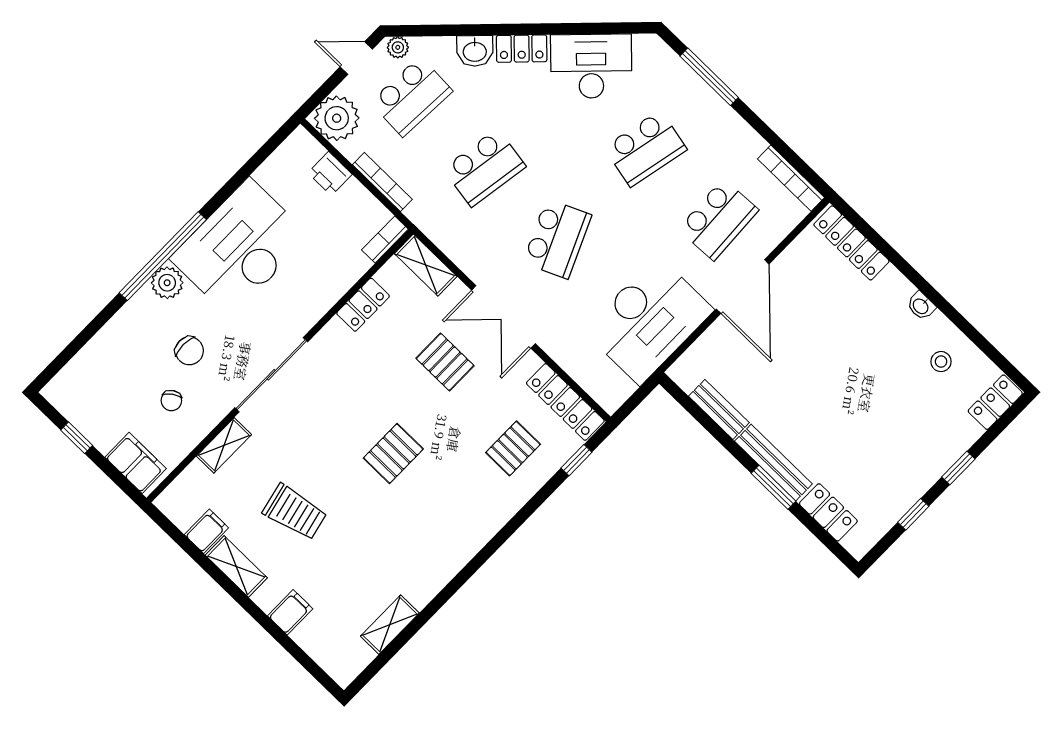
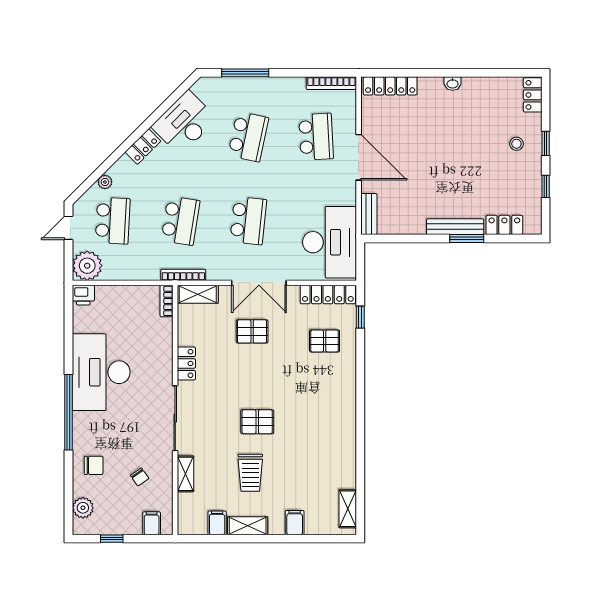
plant: (398, 47) -> (105, 182), moved
washbasin: (475, 51) -> (122, 169), removed
printer: (330, 174) -> (83, 295), moved
bookcase: (382, 182) -> (183, 275), moved
school desk: (557, 239) -> (248, 221), turned 30
plant: (167, 283) -> (83, 508), moved
locker: (363, 305) -> (186, 363), moved
desk: (649, 320) -> (330, 242), moved
chair: (189, 351) -> (94, 465), moved
stool: (941, 362) -> (516, 144), moved
bench: (719, 409) -> (369, 214), moved, turned 90
pallet: (513, 448) -> (325, 341), turned 90
pallet: (393, 453) -> (257, 422), moved, turned 90
filing cabinet: (136, 463) -> (152, 523), width x0.50
trolley: (295, 512) -> (250, 473), turned 103
shelving: (390, 625) -> (348, 509), moved

